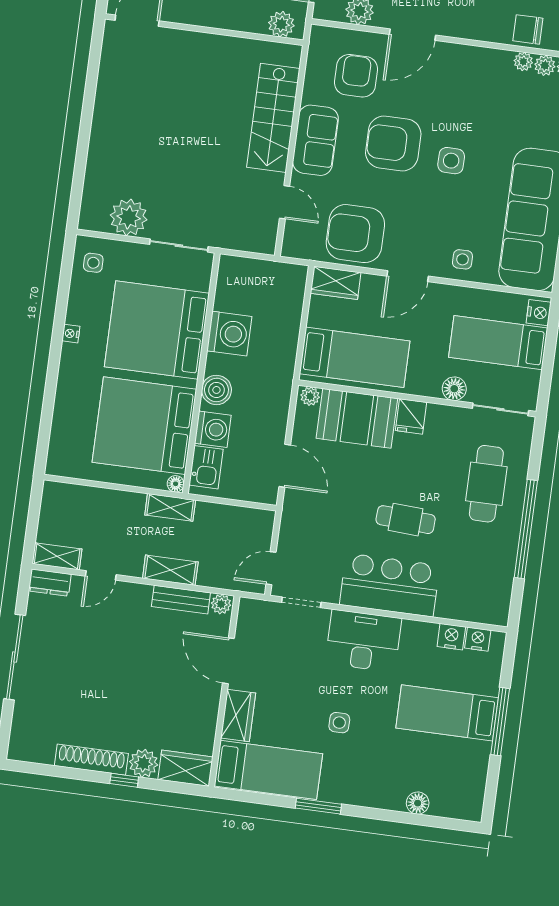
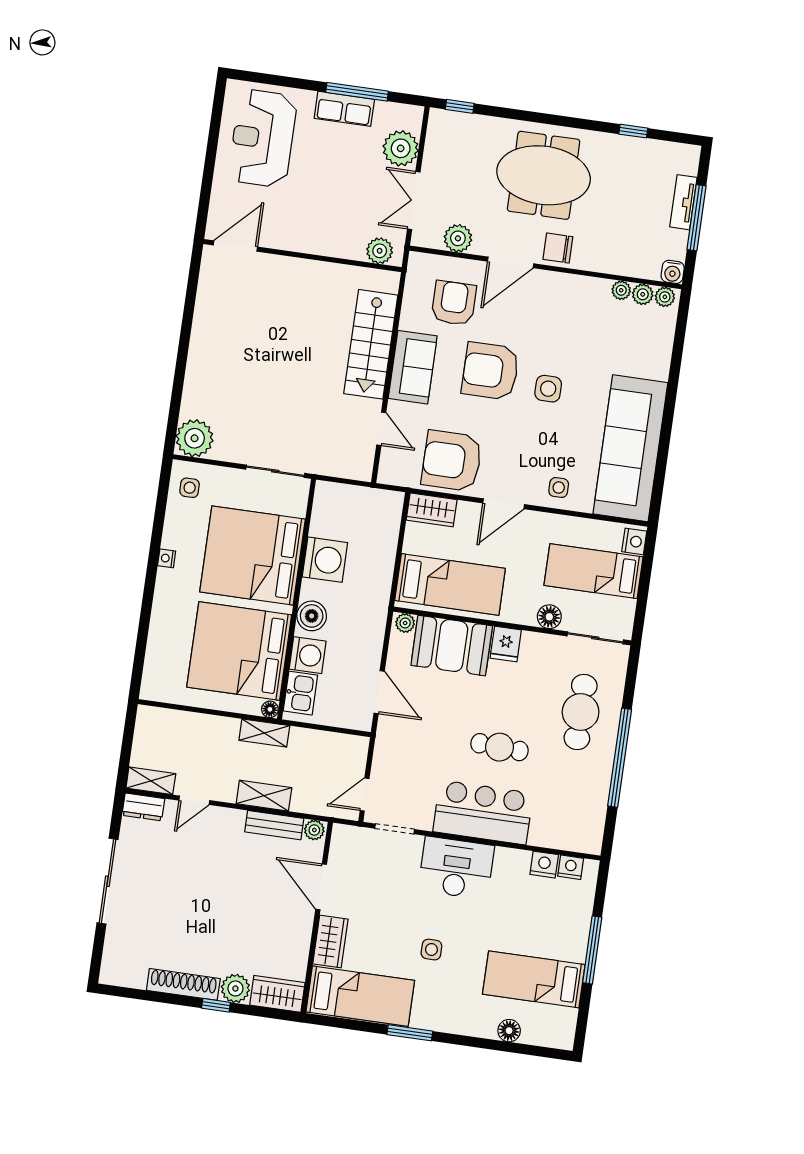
chair: (528, 29) -> (558, 248), moved
plant: (129, 217) -> (195, 438), moved
bed: (447, 713) -> (534, 979), moved

